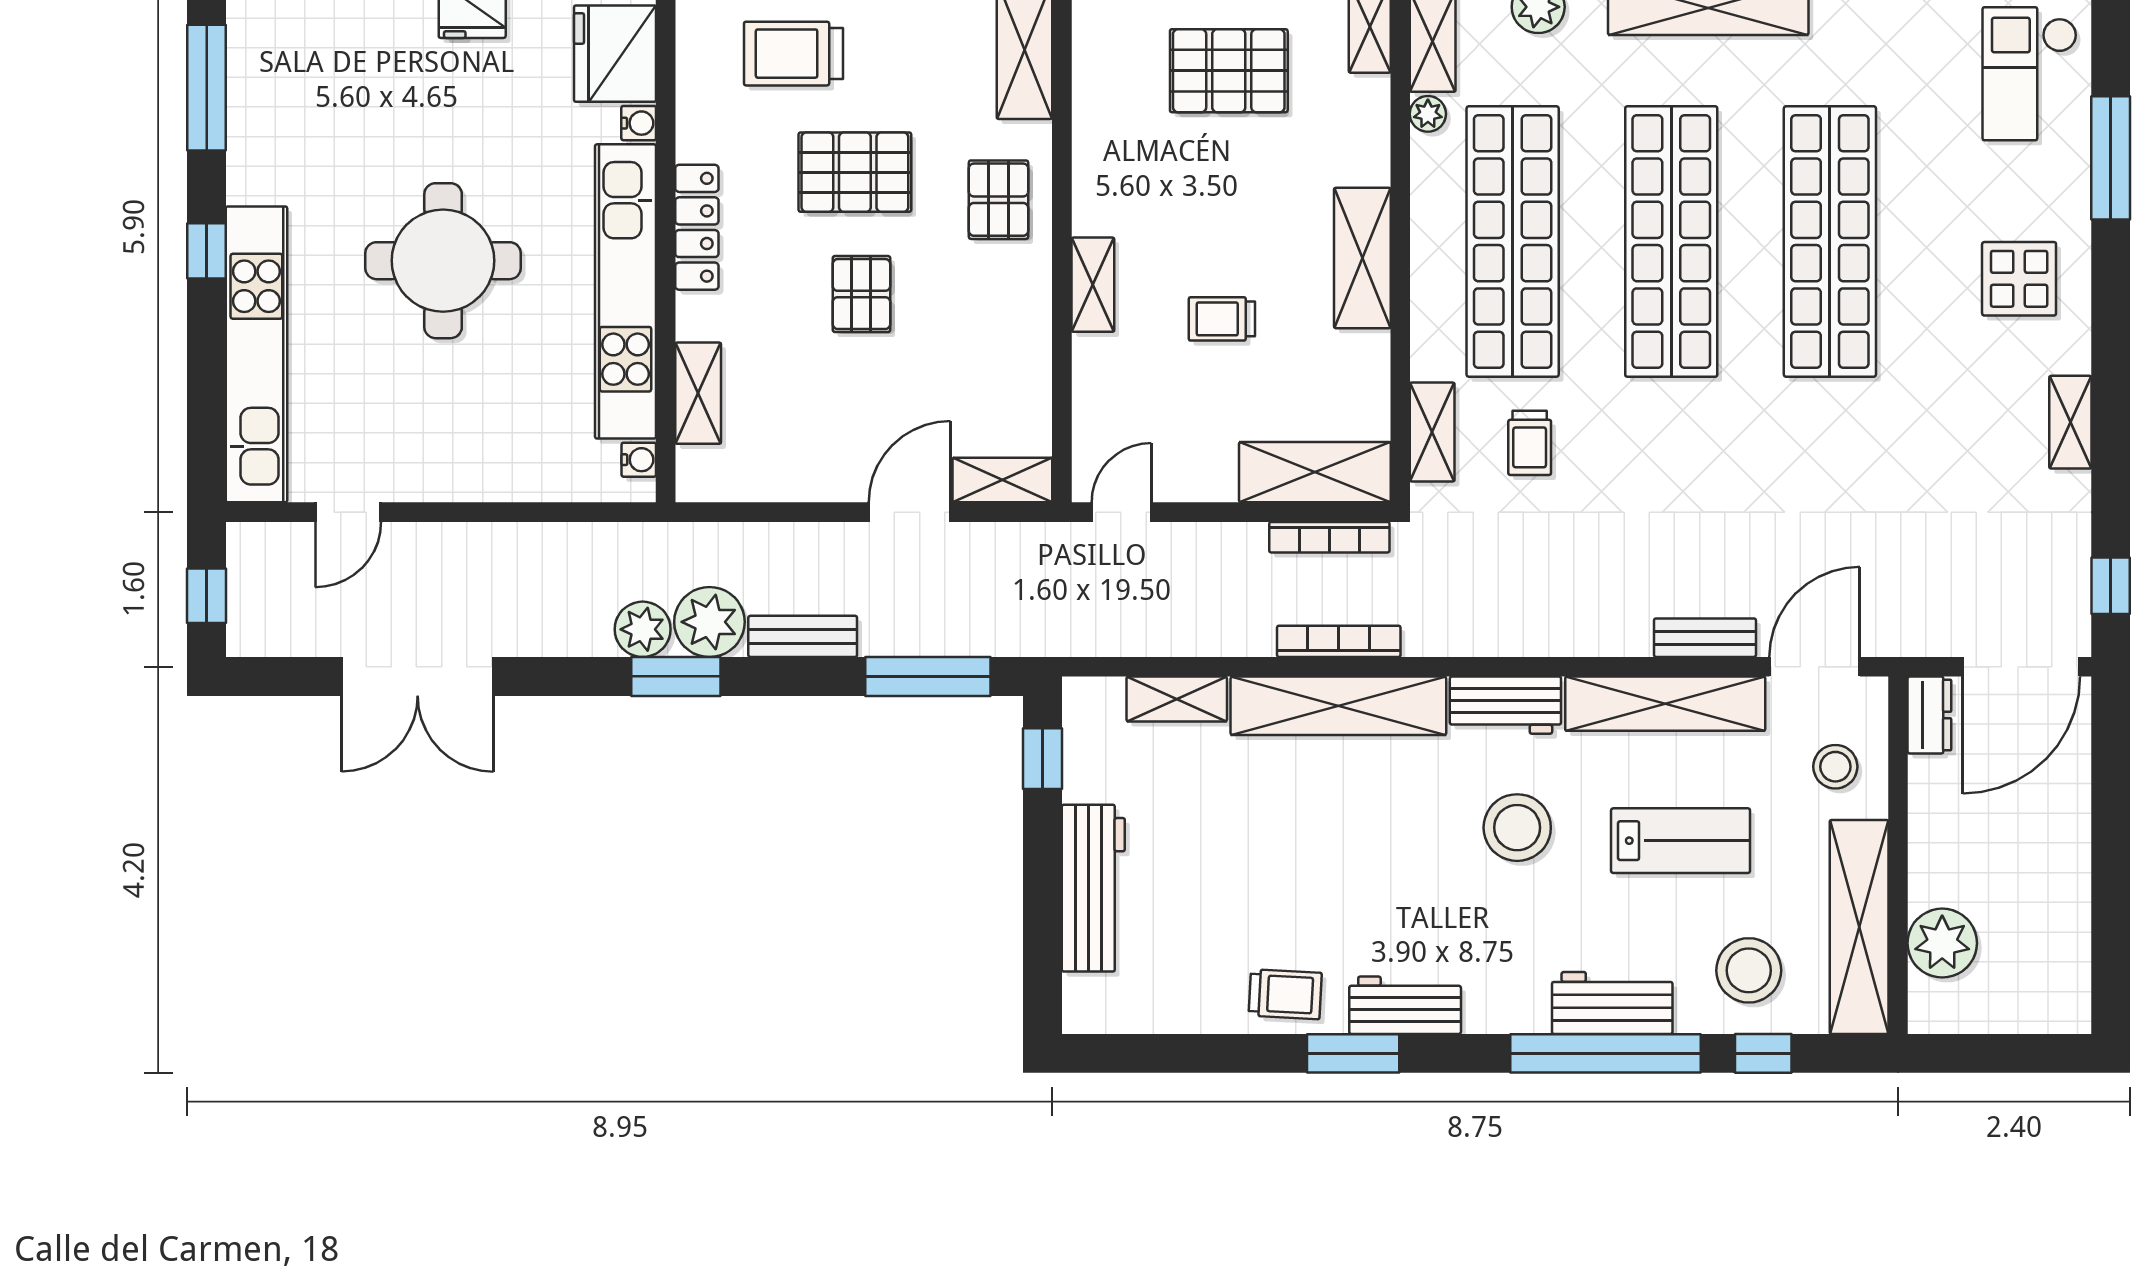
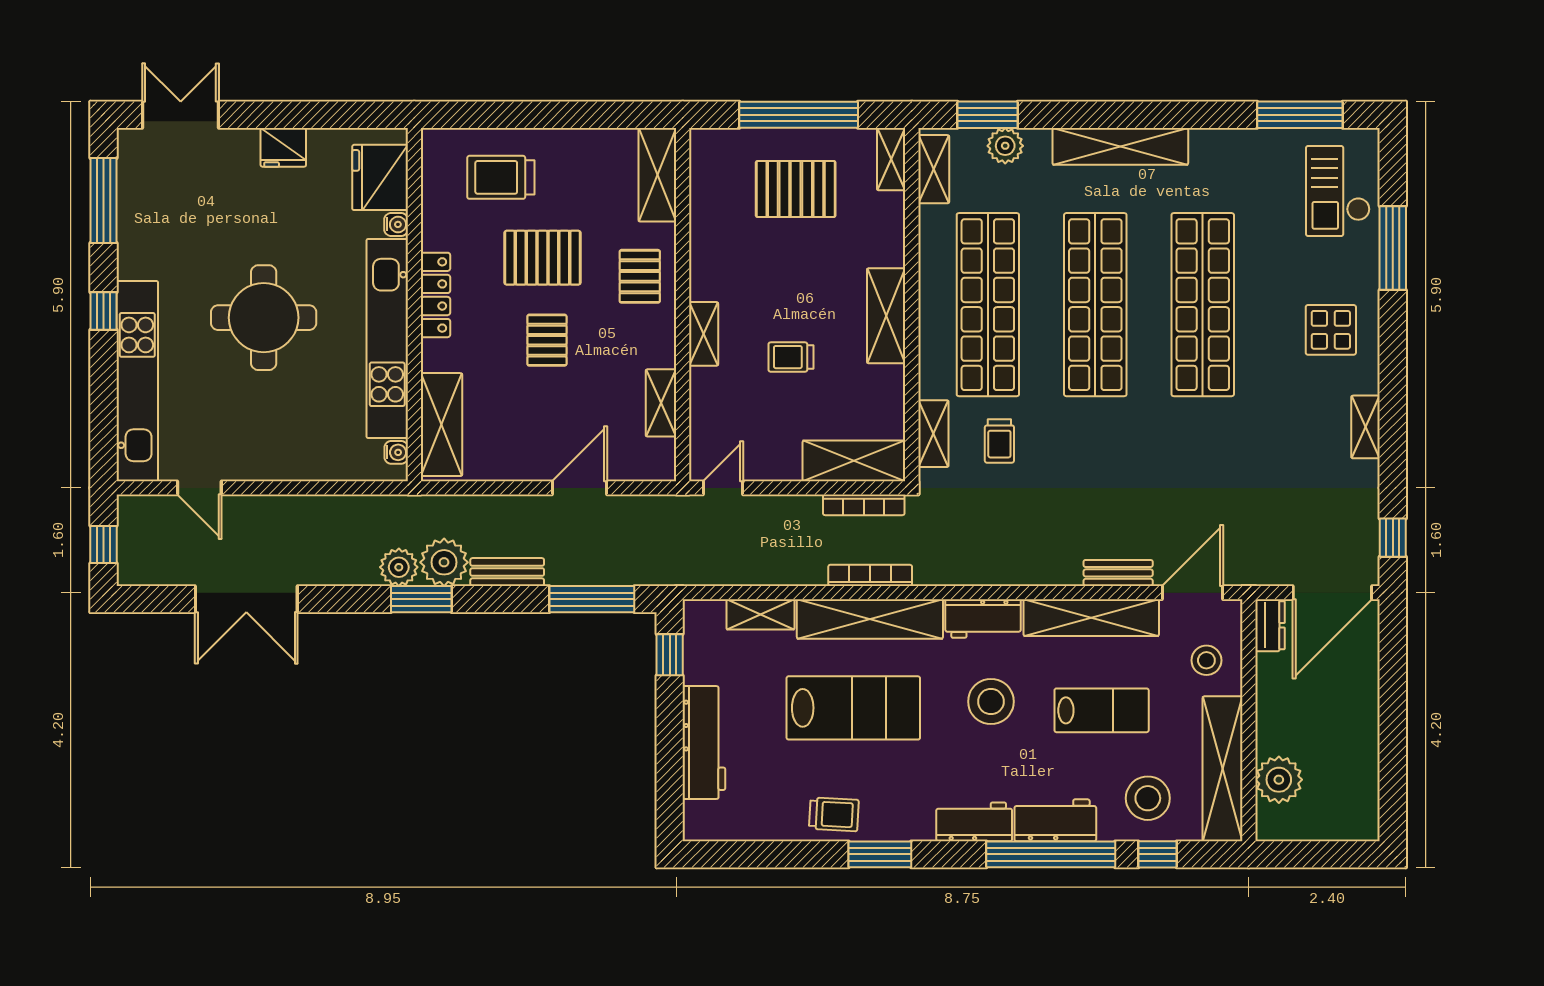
plant: (1428, 114) -> (930, 218), removed
shelving: (698, 393) -> (442, 425), width x1.50, depth x1.33
shelving: (1002, 480) -> (661, 403), moved, turned 90
door: (348, 512) -> (199, 488), hinge flipped
lab bench: (1314, 837) -> (853, 708), added
workbench: (1405, 1005) -> (974, 822), moved

